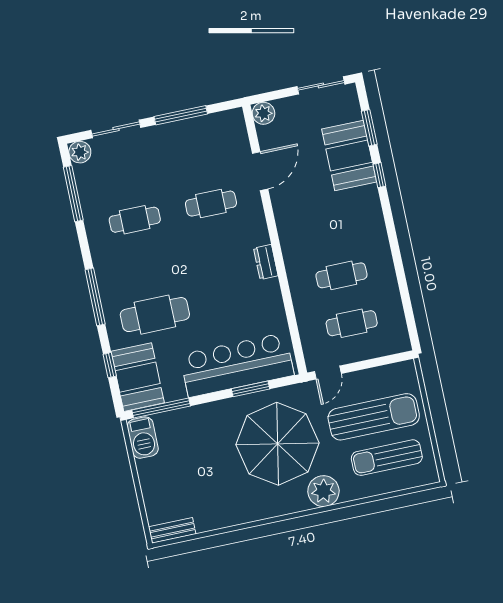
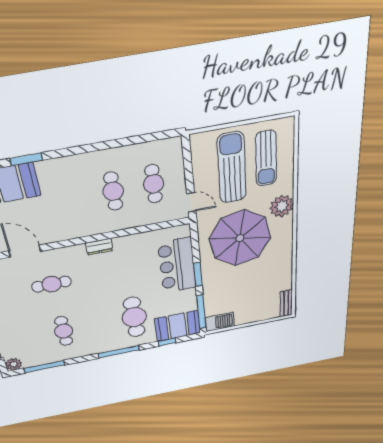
window: (379, 175) -> (26, 159), width x1.50
cafe table: (211, 204) -> (52, 284), turned 90
bar counter: (237, 365) -> (177, 265), width x0.73
window: (250, 389) -> (198, 274), moved

